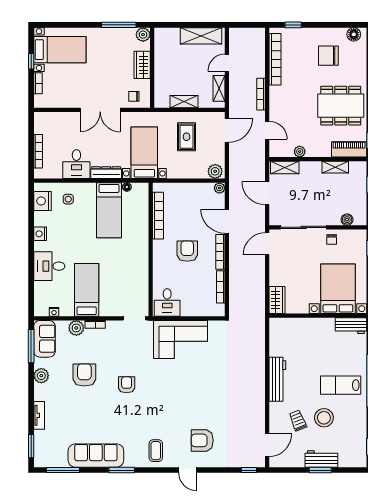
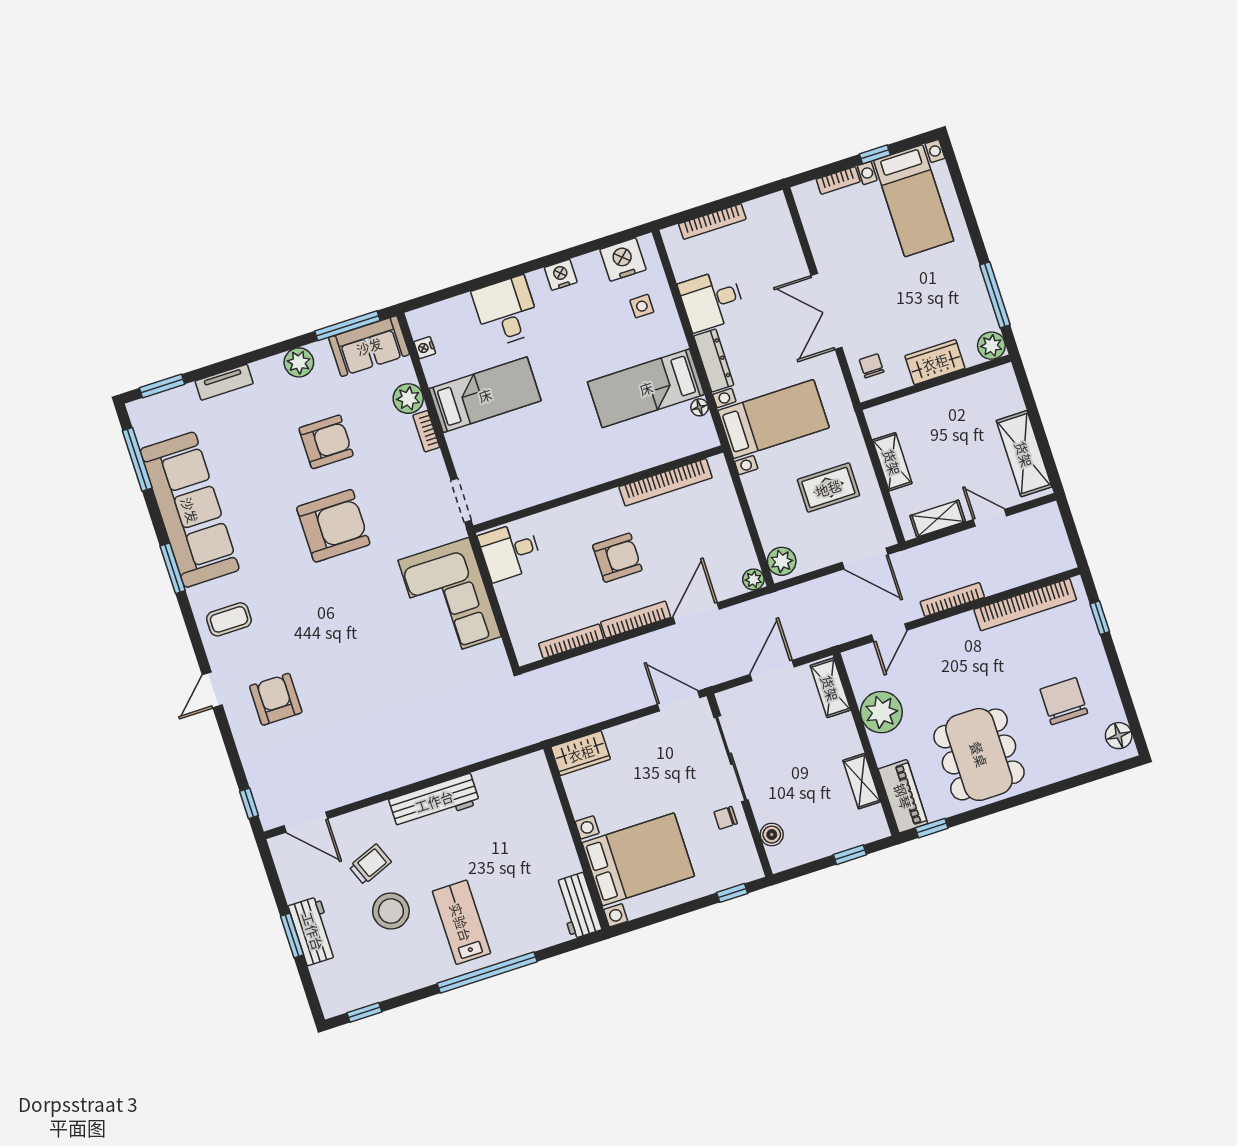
plant: (300, 152) -> (881, 712), width x1.87, depth x1.87
armchair: (127, 385) -> (333, 526), width x1.88, depth x1.88
sofa: (96, 456) -> (190, 510), width x1.36, depth x1.27

